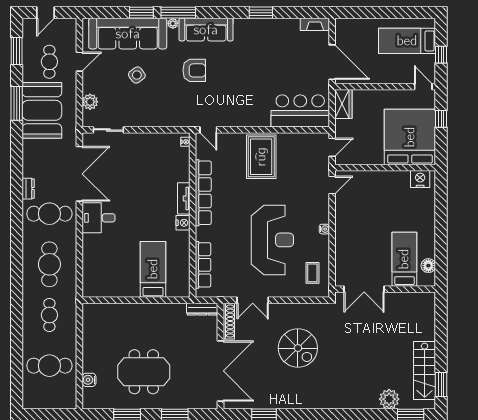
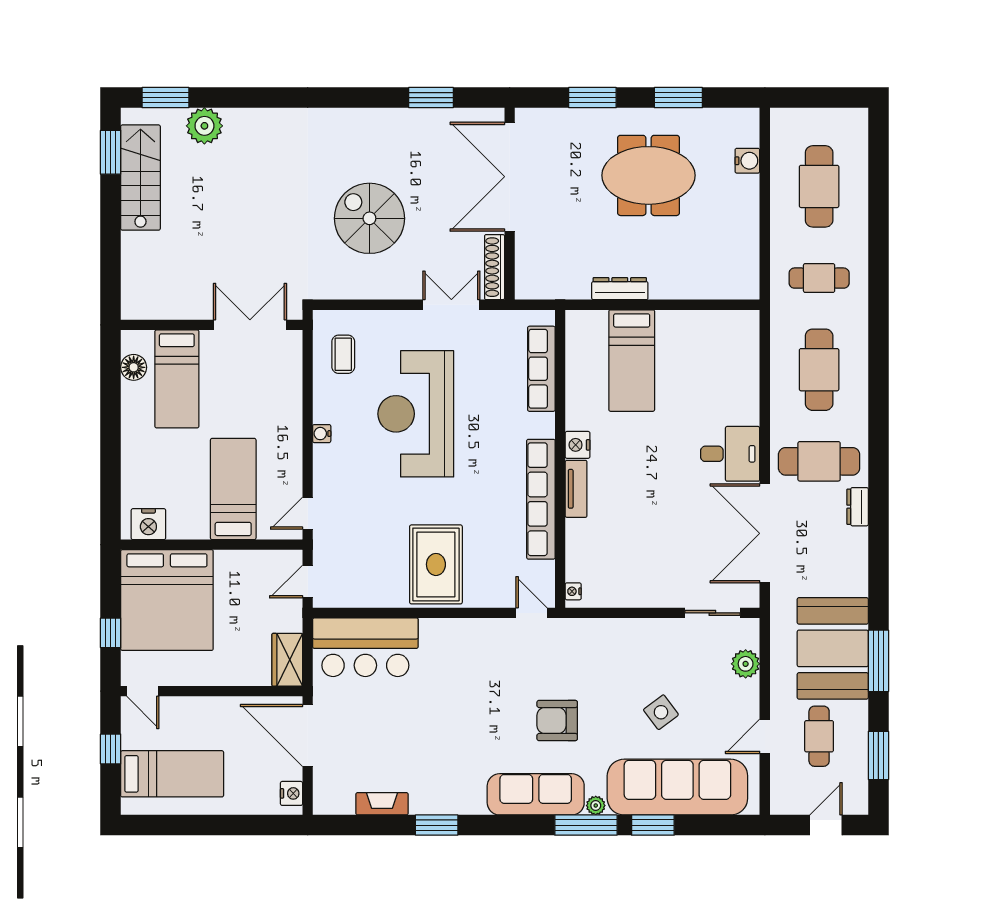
fireplace: (315, 24) -> (382, 804), moved
nightstand: (341, 30) -> (291, 793), added
bed: (373, 198) -> (233, 489), added
dresser: (202, 309) -> (620, 289), moved
cafe table: (49, 315) -> (819, 278), turned 90
cafe table: (49, 366) -> (819, 186), turned 90

